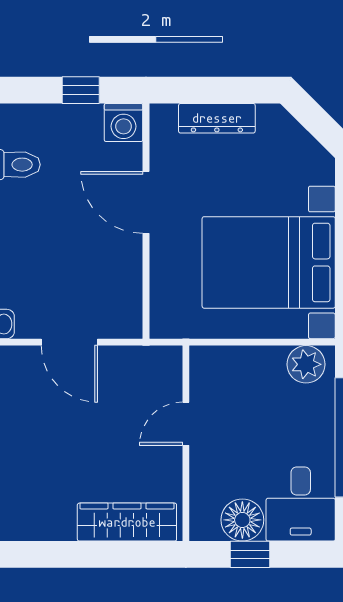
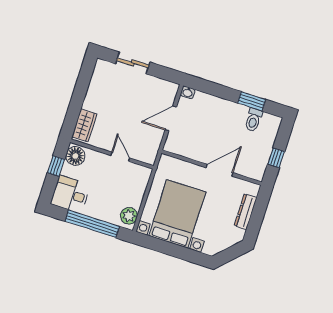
washing machine: (124, 123) -> (256, 172), removed
floor lamp: (242, 520) -> (75, 156), moved
wardrobe: (127, 522) -> (84, 125), width x0.67

